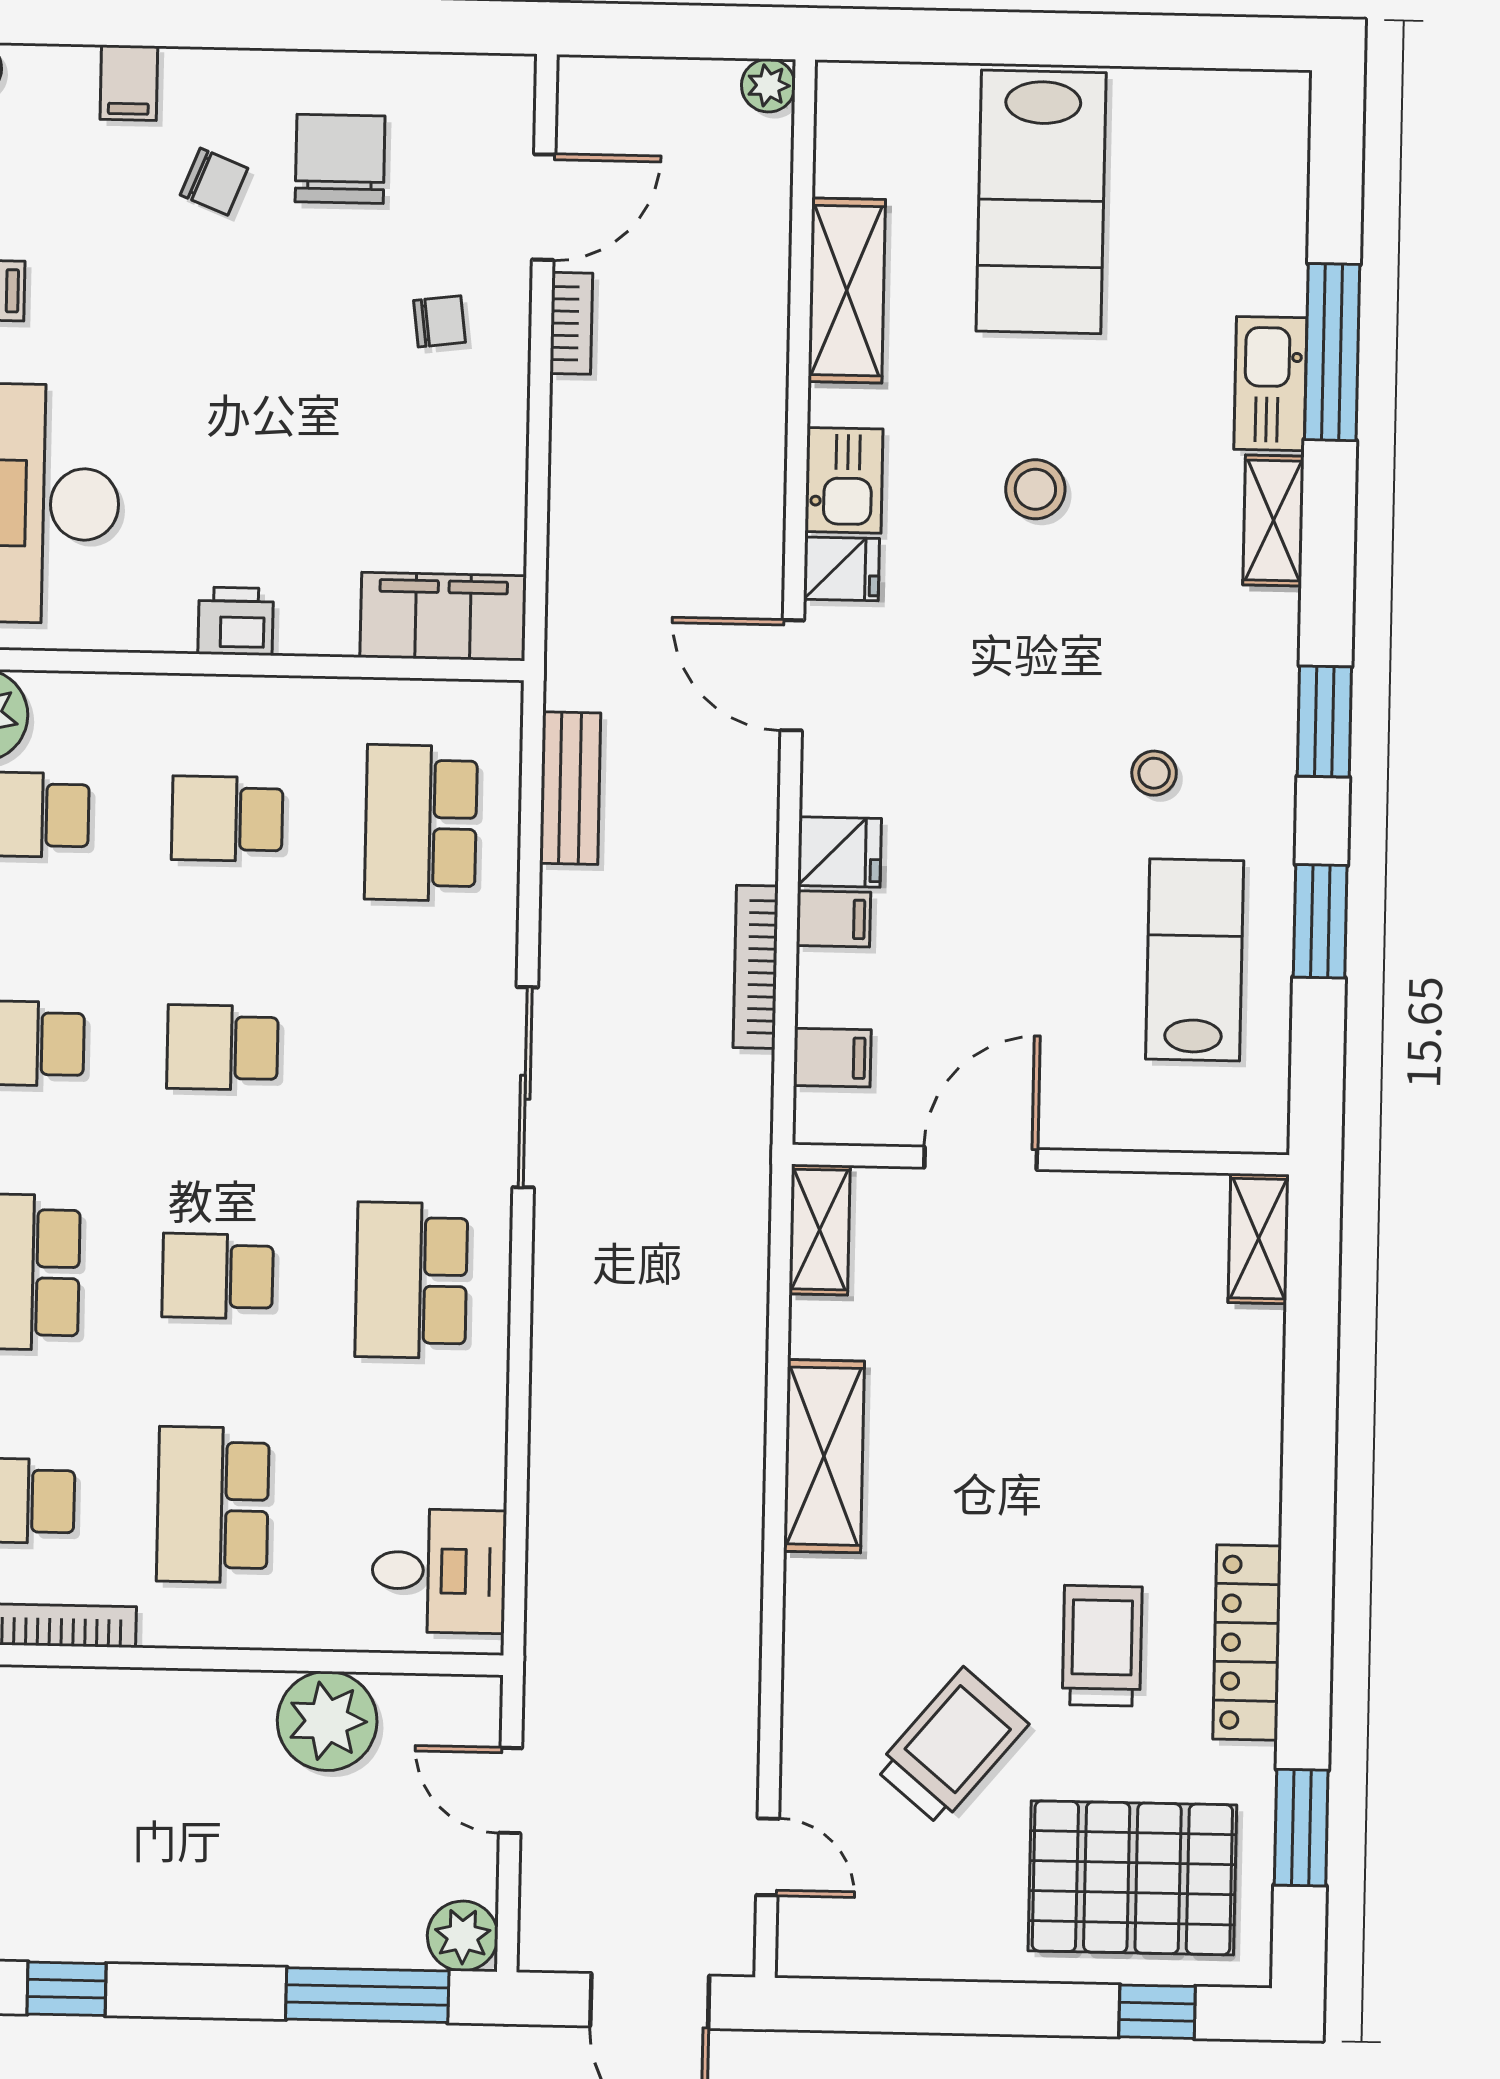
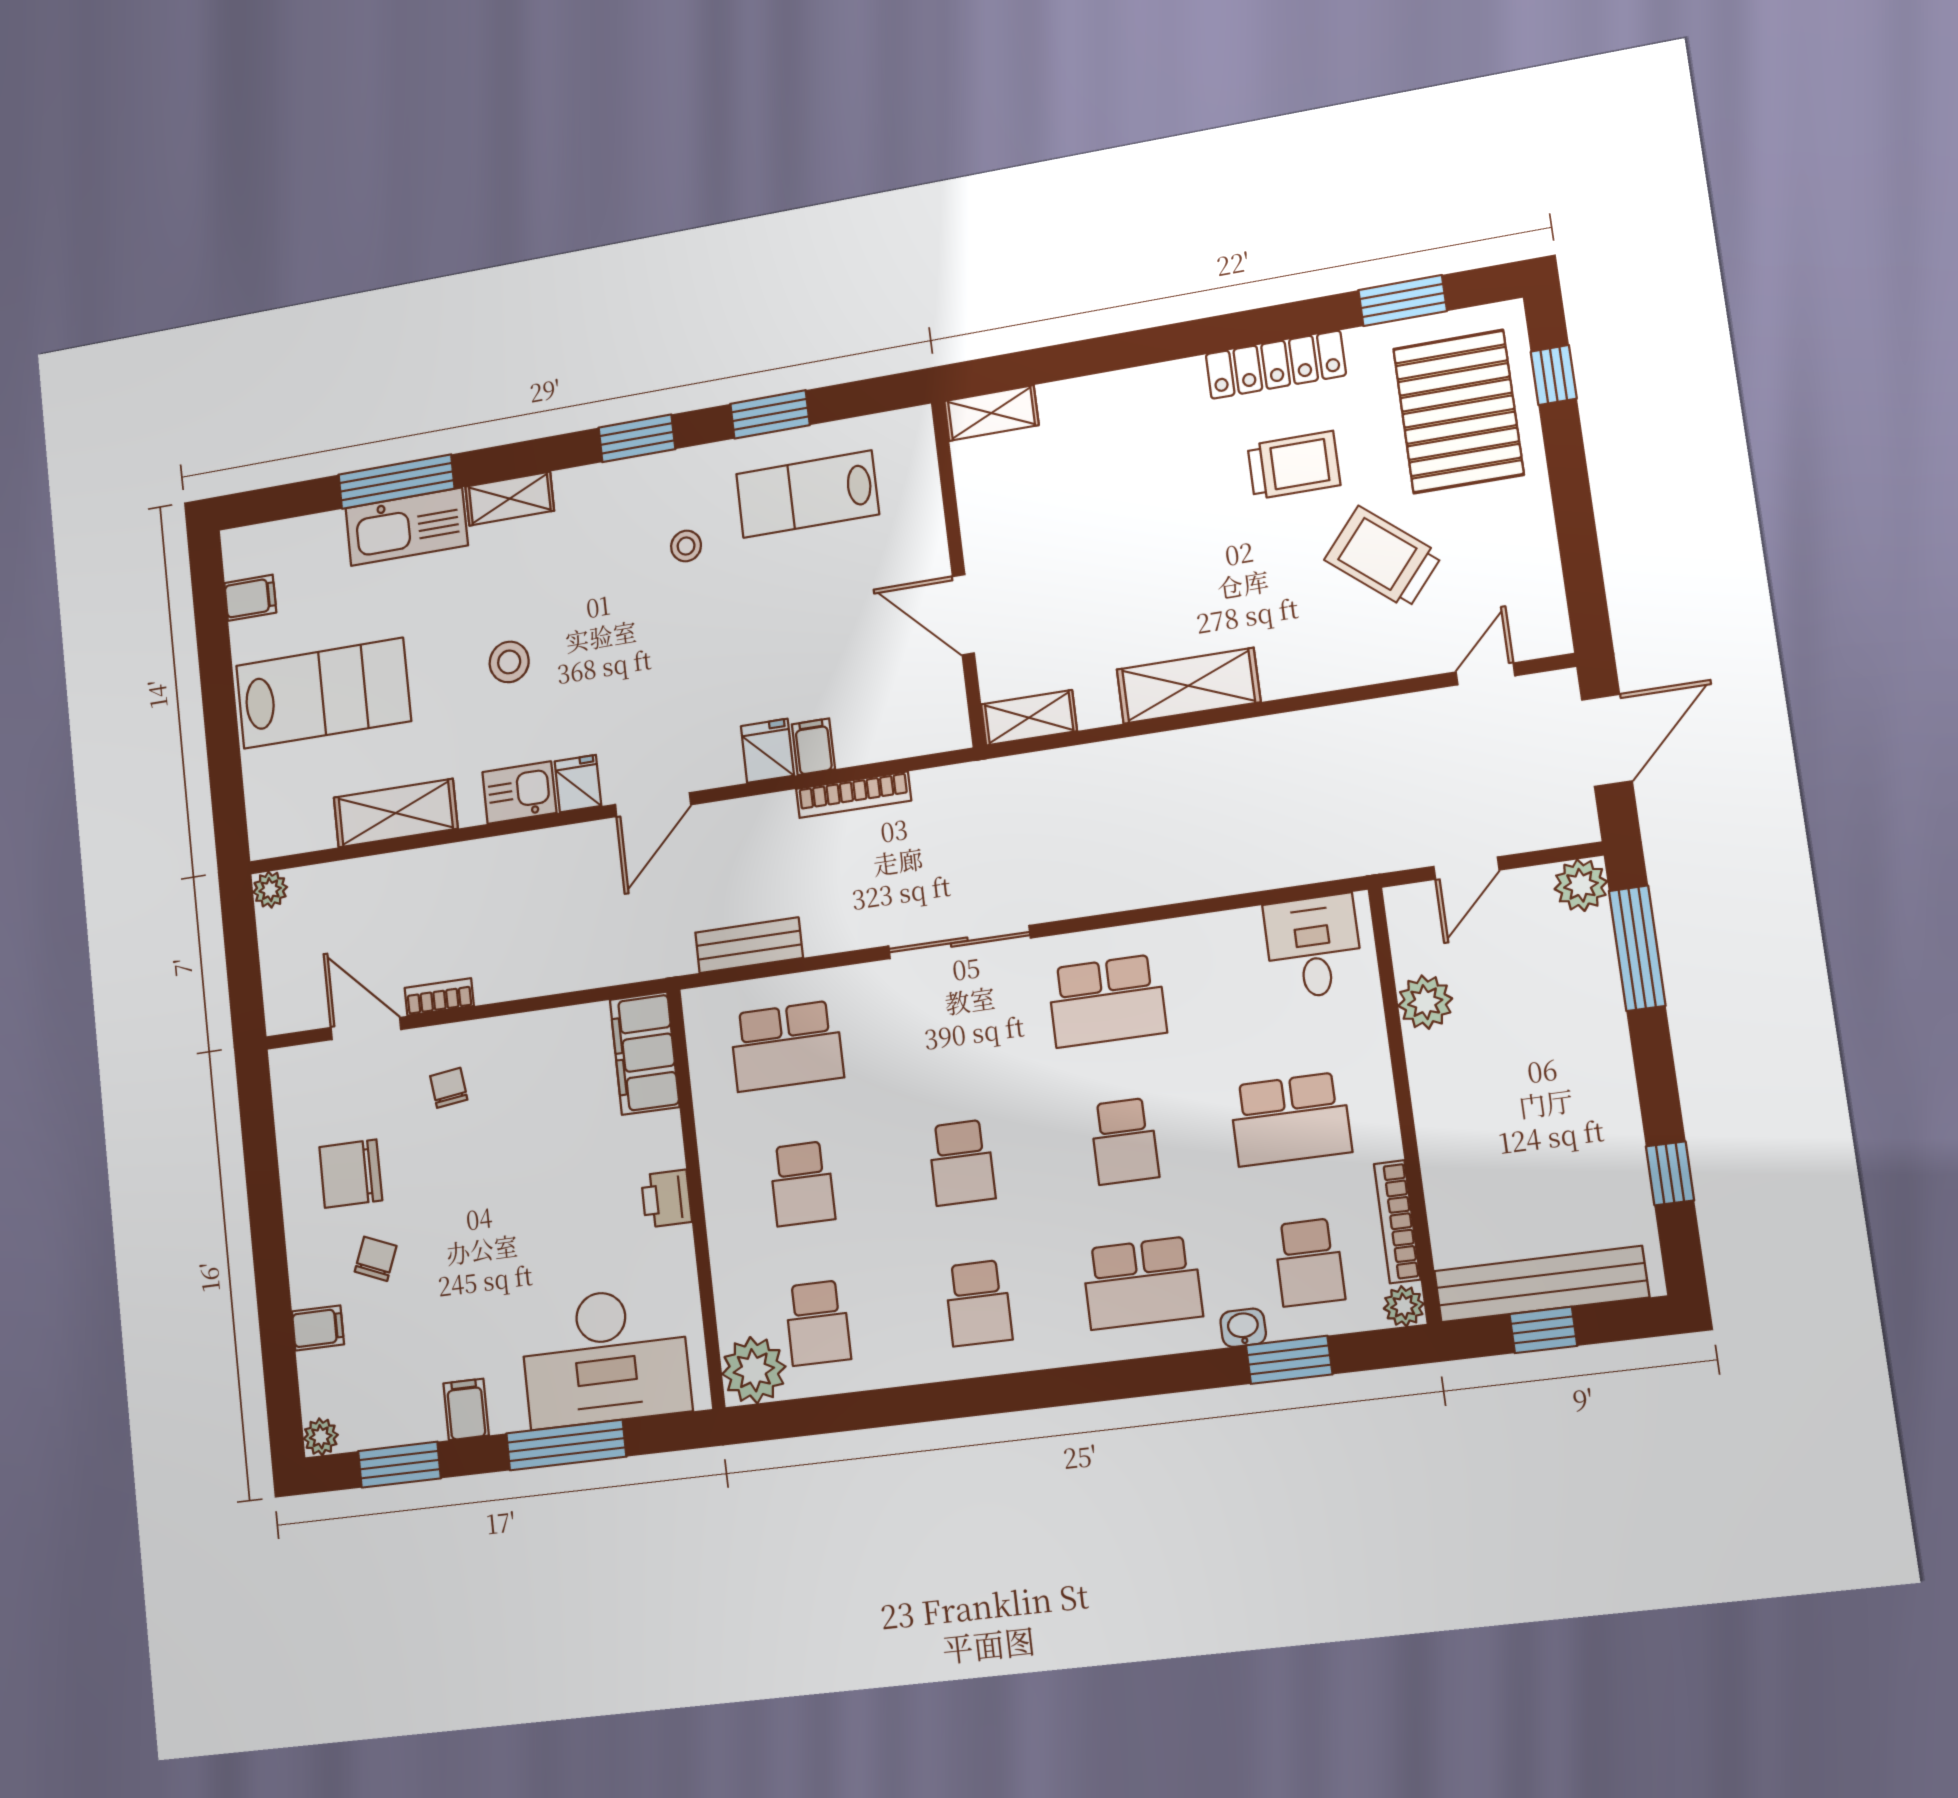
kitchen sink: (1270, 384) -> (406, 527), width x1.36, depth x1.24
filing cabinet: (832, 1058) -> (250, 598), moved, turned 90
trolley: (1102, 1646) -> (1294, 465), turned 180
plant: (327, 1721) -> (1425, 1002), width x0.73, depth x0.73

